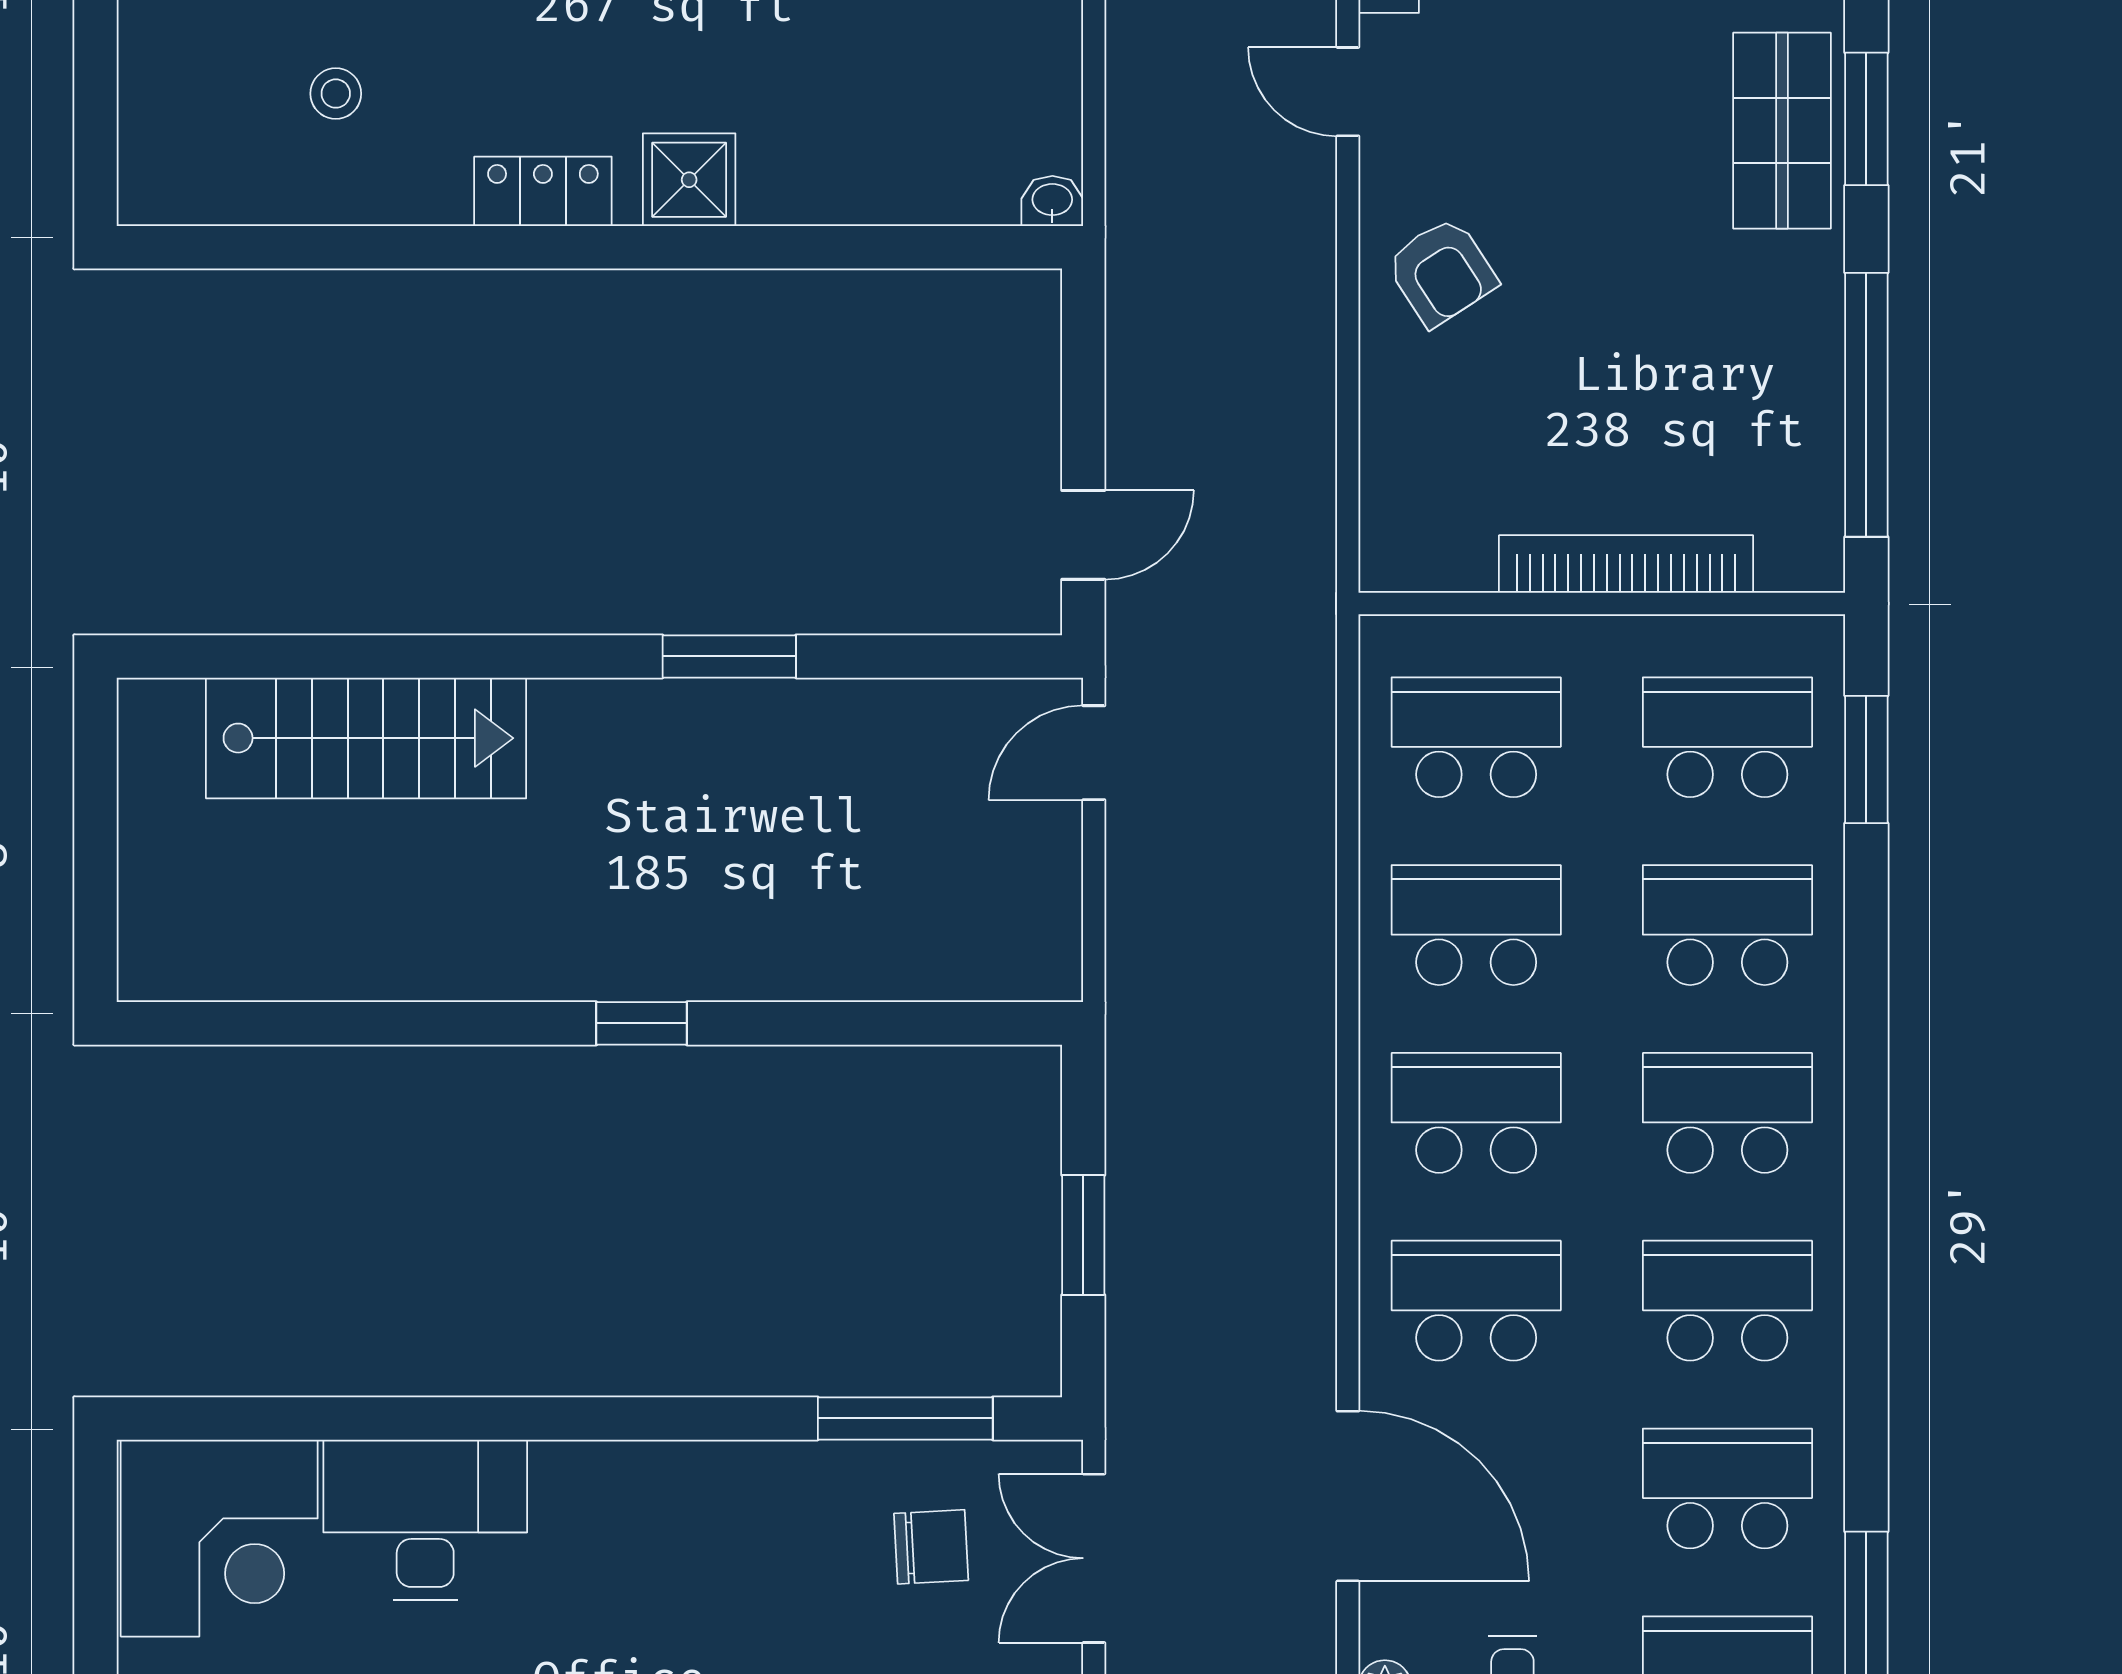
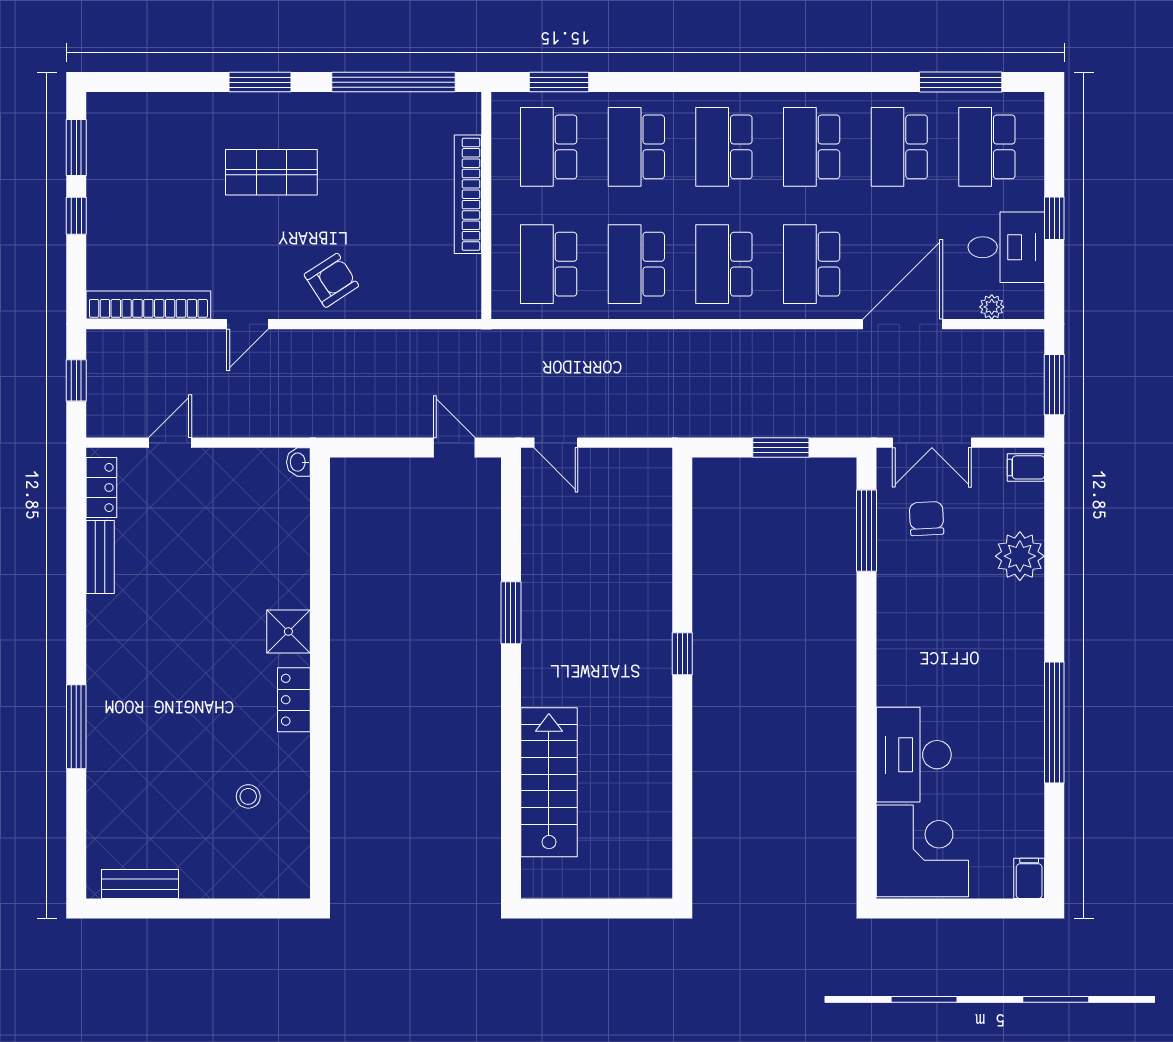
shop shelf: (1782, 131) -> (271, 172), moved

